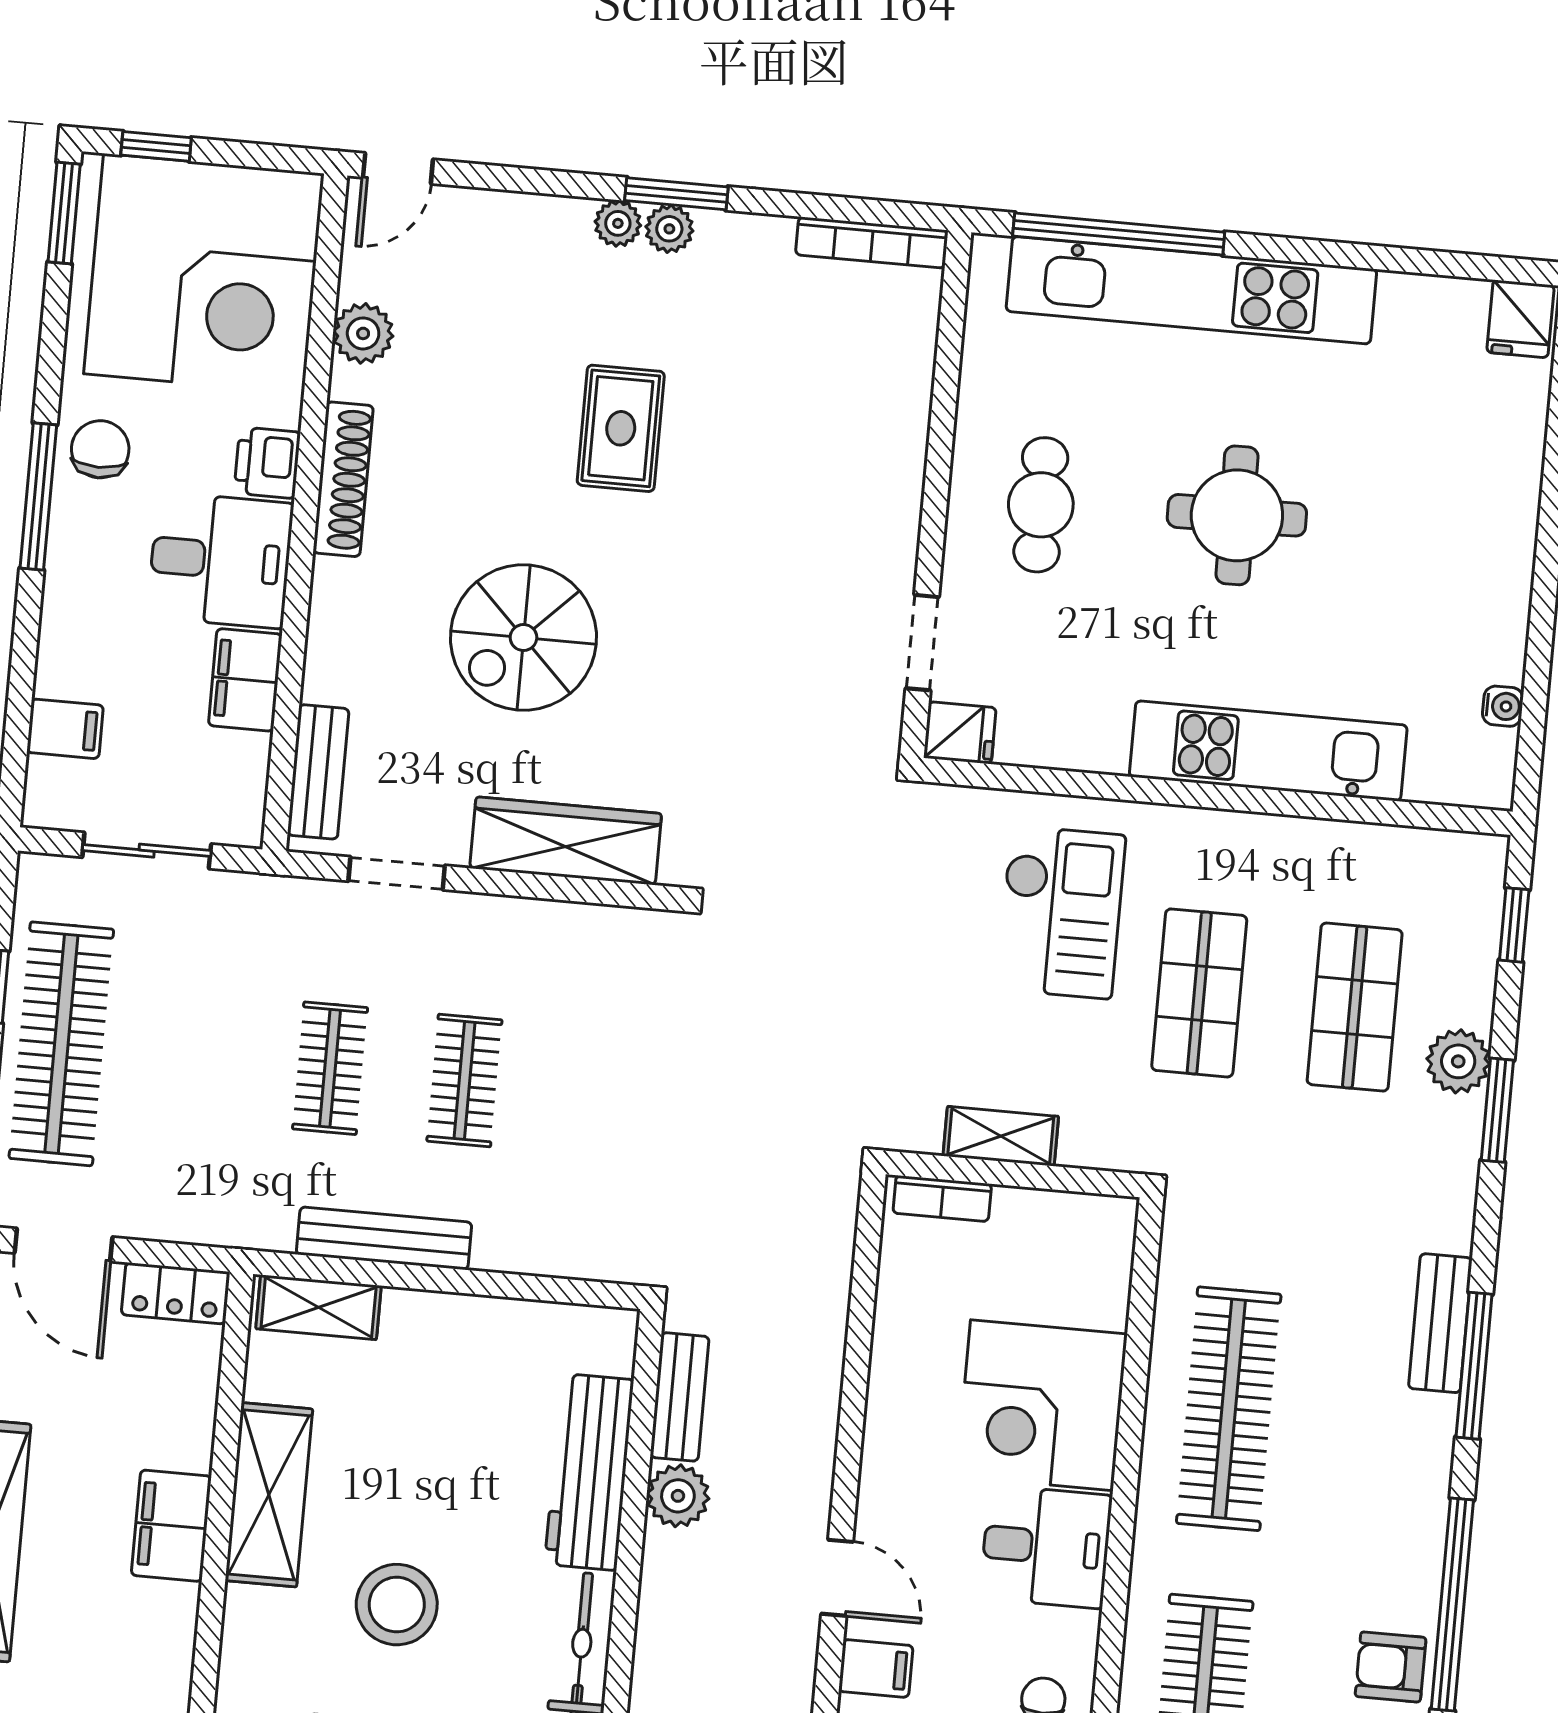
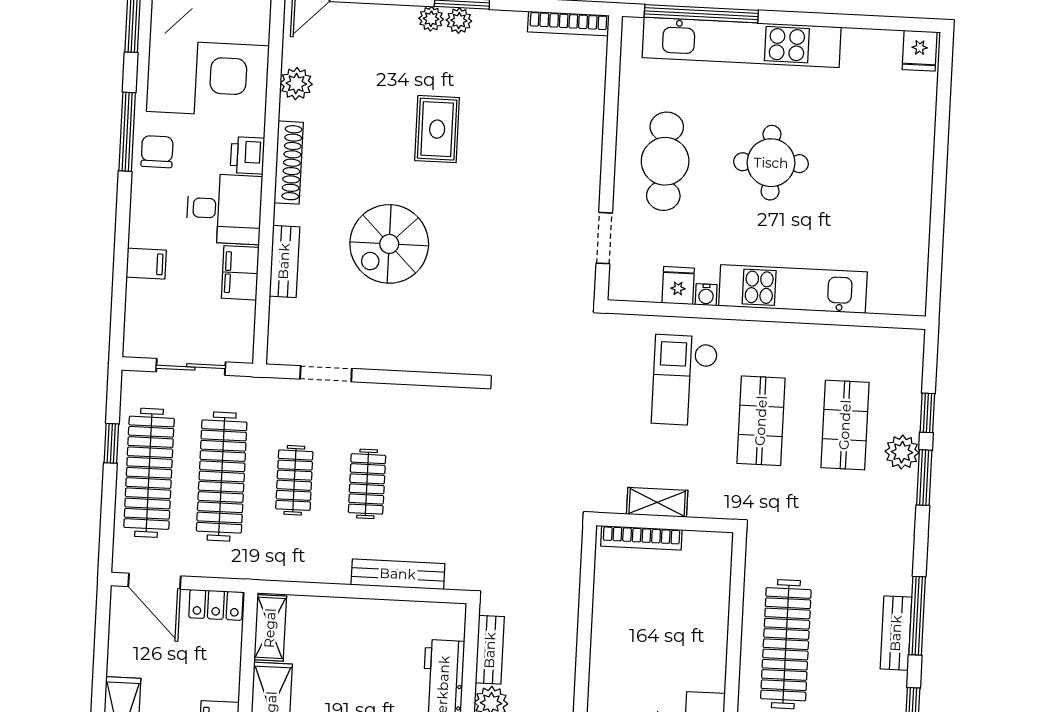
window: (38, 497) -> (127, 132), moved
cafe table: (1041, 505) -> (665, 161), width x1.37, depth x1.35
water cooler: (1503, 706) -> (706, 295), moved, turned 90
filing cabinet: (65, 729) -> (146, 264), moved
fridge: (960, 733) -> (678, 286), moved, turned -90
bench: (318, 772) -> (284, 261), moved
wardrobe: (566, 841) -> (416, 353), removed
checkout: (1061, 912) -> (685, 380), turned 180
window: (1514, 925) -> (927, 413), moved
clothes rail: (196, 1056) -> (222, 477), added
bookcase: (942, 1199) -> (641, 538), width x1.56
bench: (384, 1238) -> (398, 574), moved
shelving: (319, 1307) -> (270, 628), moved, turned 90
bench: (1440, 1323) -> (896, 633), moved
corner desk: (1042, 1405) -> (685, 646), removed

